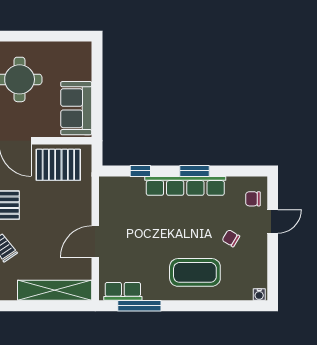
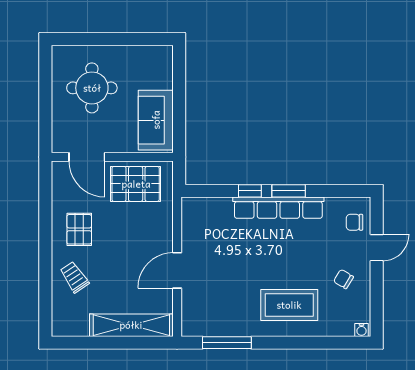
window: (140, 171) -> (250, 191), moved
chair: (231, 238) -> (343, 279), moved
row of seats: (123, 291) -> (208, 326), removed

